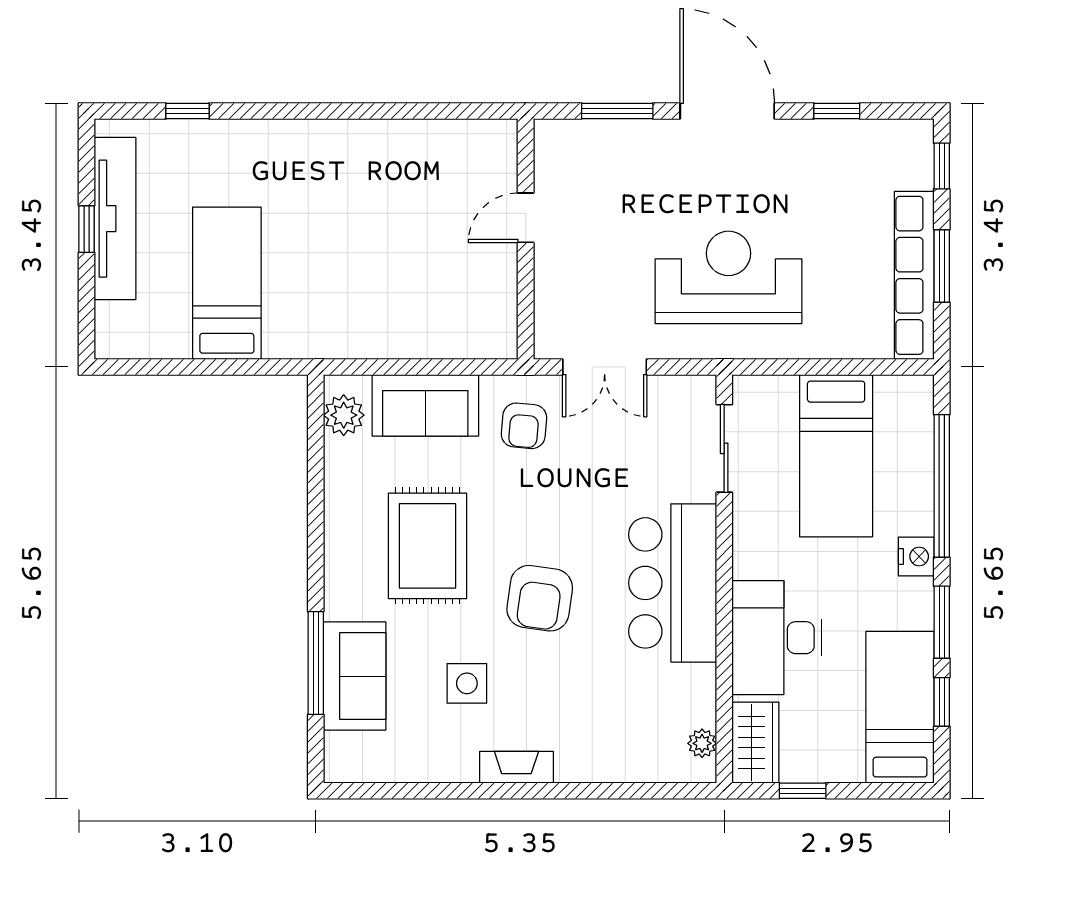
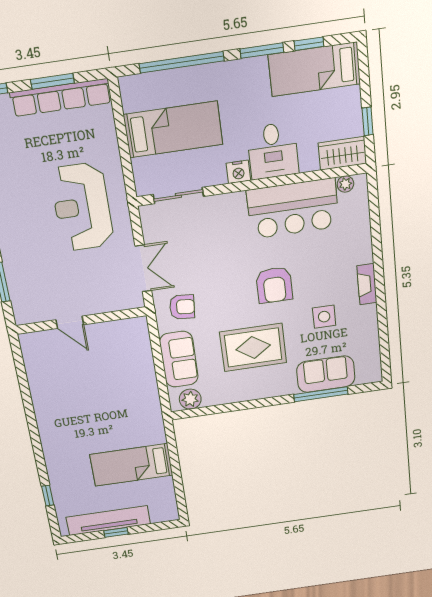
nightstand: (916, 557) -> (238, 172), moved, turned 180
bar counter: (673, 583) -> (293, 209), moved
armchair: (540, 598) -> (274, 285), turned 82
desk: (777, 638) -> (273, 151), width x0.73

